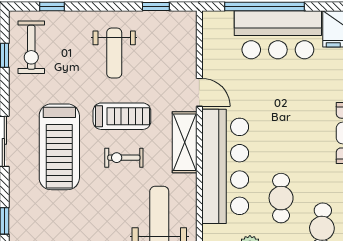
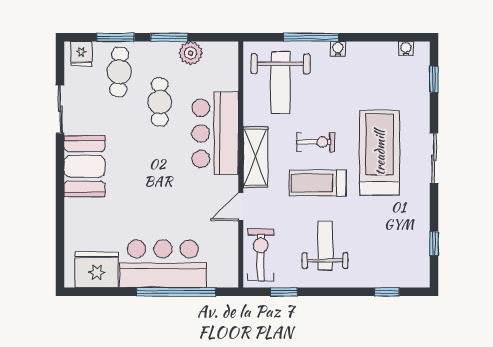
exercise bike: (31, 47) -> (261, 255), moved
door: (199, 92) -> (241, 207), hinge flipped
bar counter: (225, 166) -> (215, 133), width x0.73

